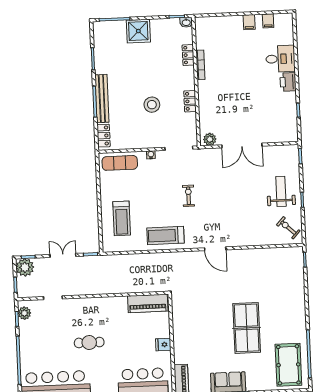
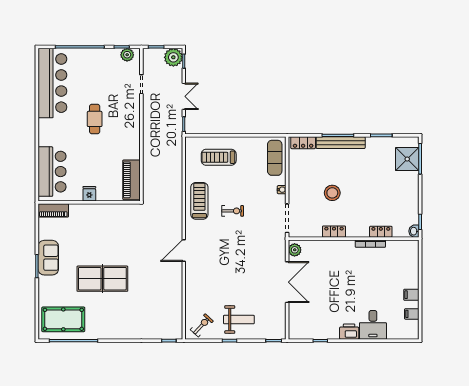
shower: (138, 31) -> (407, 159), moved
double door: (242, 145) -> (287, 282), swing flipped
exercise bike: (188, 196) -> (233, 211), moved

